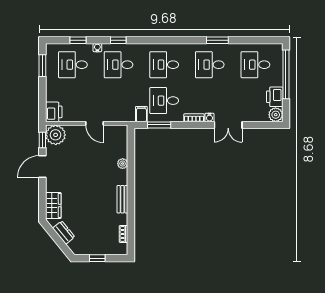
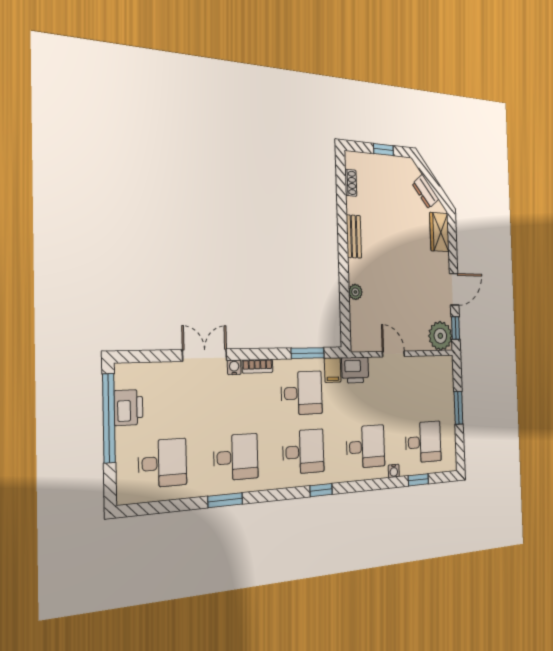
window: (118, 40) -> (321, 490), moved
window: (42, 66) -> (458, 408), moved
window: (286, 74) -> (109, 418), moved
printer: (54, 112) -> (355, 370), moved, turned -90
plant: (276, 115) -> (126, 375), removed

